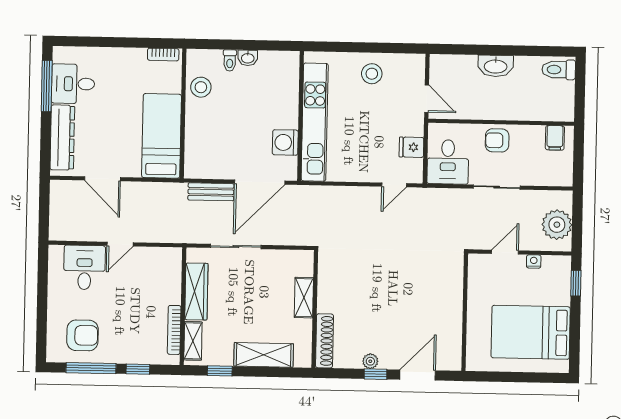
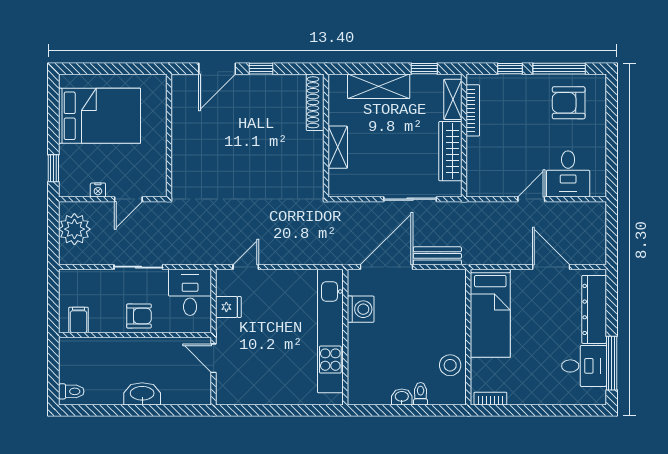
toilet: (559, 70) -> (71, 391), width x0.73, depth x0.72
stool: (372, 74) -> (272, 383), removed
plant: (370, 361) -> (267, 82), removed

